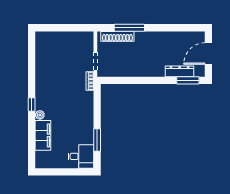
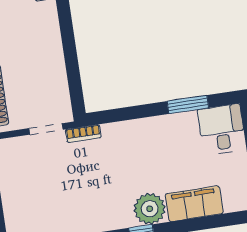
plant: (40, 115) -> (150, 209), width x1.88, depth x1.88

